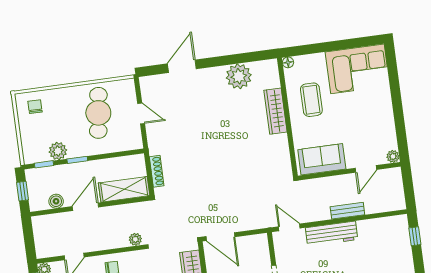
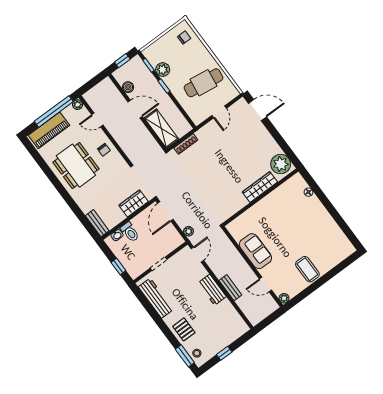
door: (182, 66) -> (257, 110), moved
corner sofa: (357, 69) -> (330, 241), removed
coffee table: (311, 100) -> (307, 269), moved, turned 90
wardrobe: (276, 111) -> (260, 187), moved
wall: (287, 117) -> (260, 197), moved
workbench: (332, 234) -> (212, 290), width x0.73
window: (415, 236) -> (224, 353), moved
plant: (135, 239) -> (189, 231), moved

